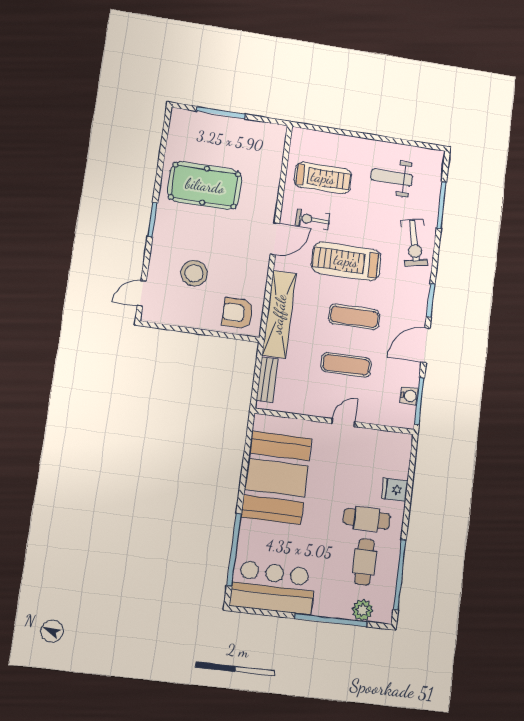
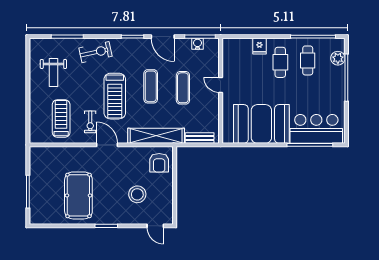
cafe table: (364, 562) -> (308, 60), turned 90
bar counter: (273, 587) -> (316, 129), moved, turned 90

